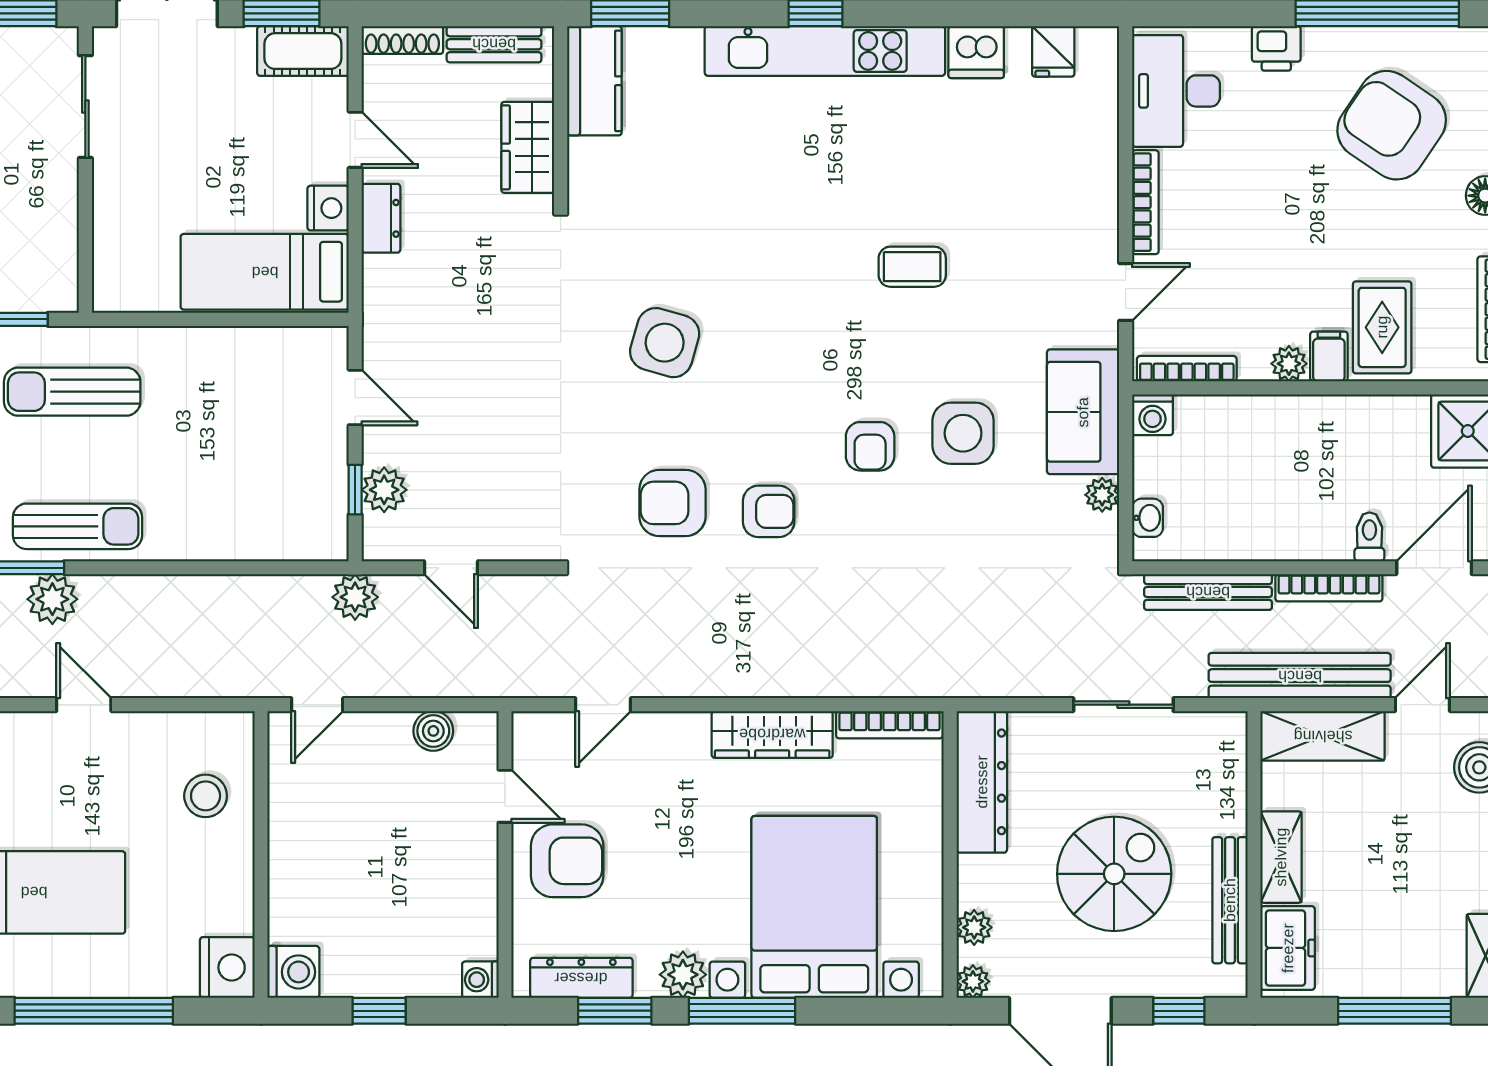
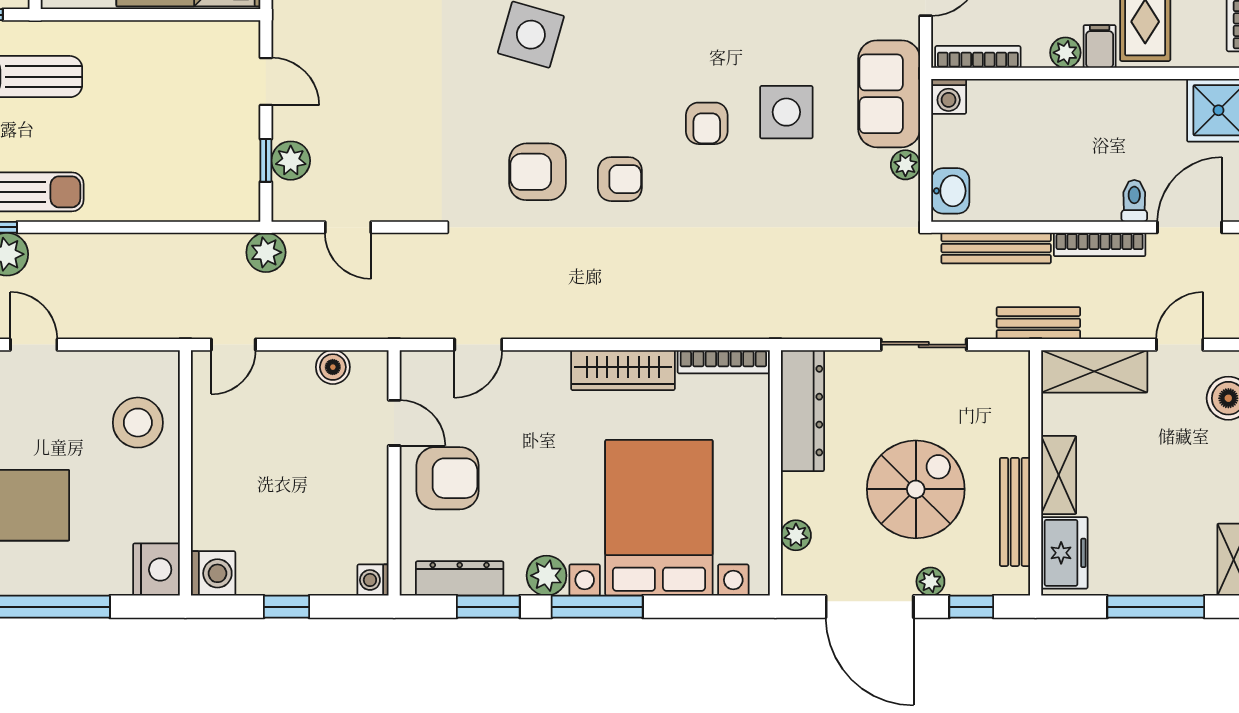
washbasin: (1148, 518) -> (950, 191), width x1.38, depth x1.45
bench: (1300, 676) -> (1038, 323), width x0.54, depth x0.82
stool: (206, 796) -> (138, 423), width x1.38, depth x1.38
plant: (973, 981) -> (930, 582), moved

